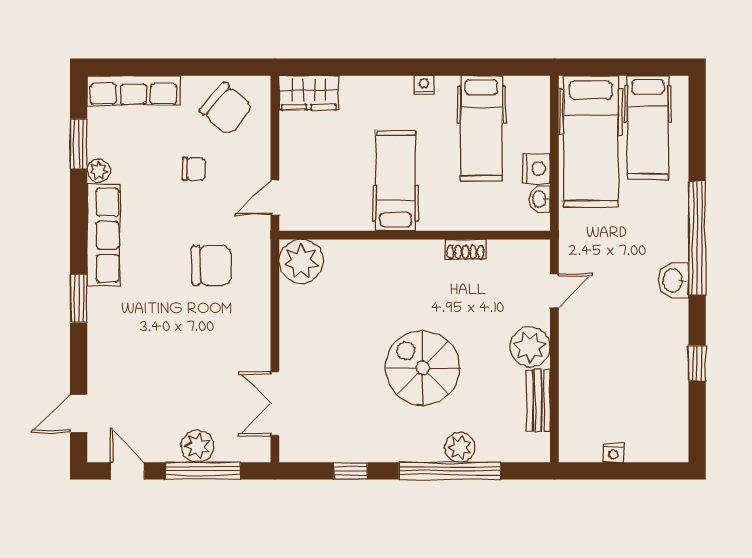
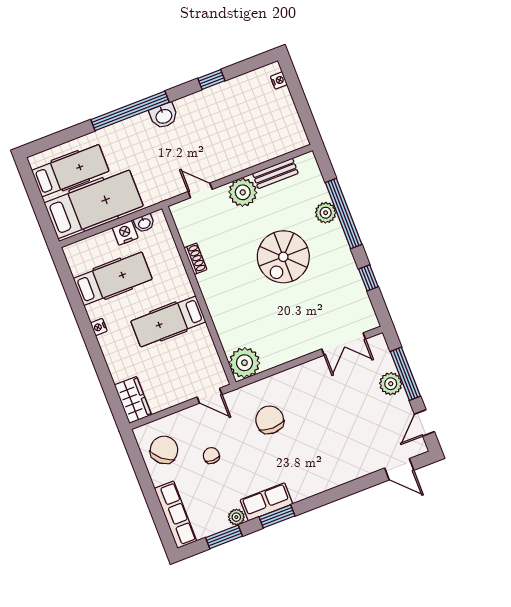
row of seats: (103, 235) -> (266, 502), width x0.68
window: (79, 299) -> (277, 516), moved
nightstand: (613, 453) -> (279, 80), moved

